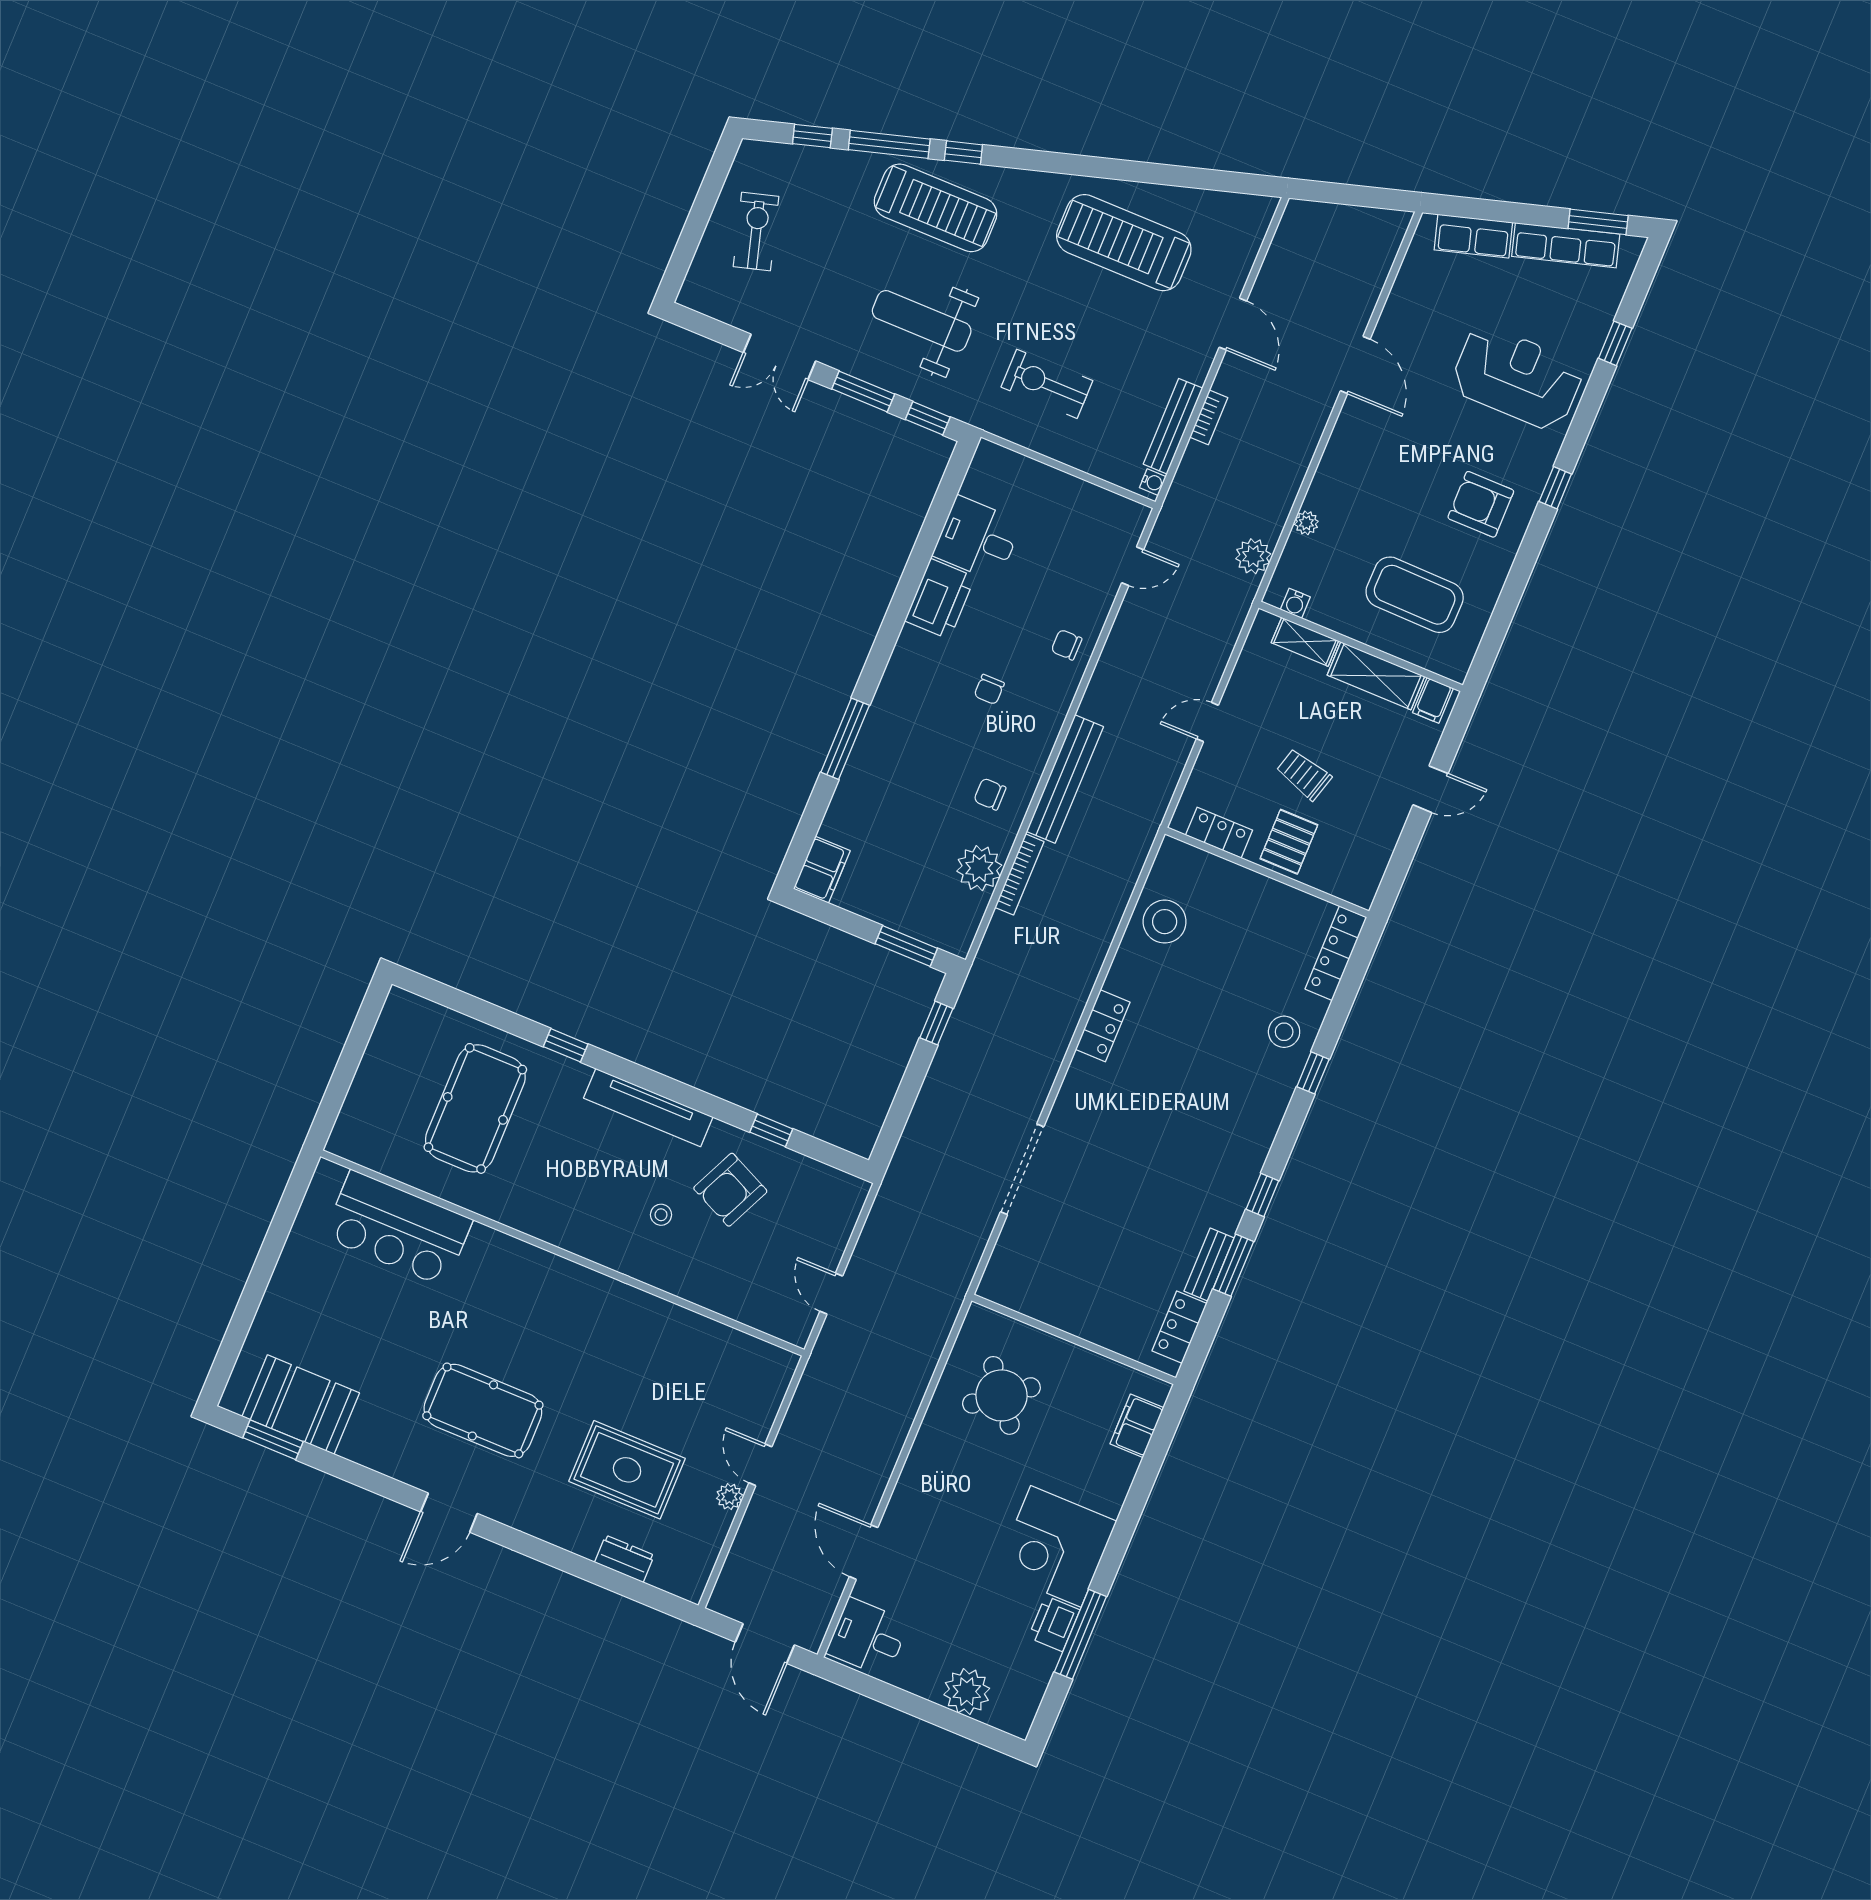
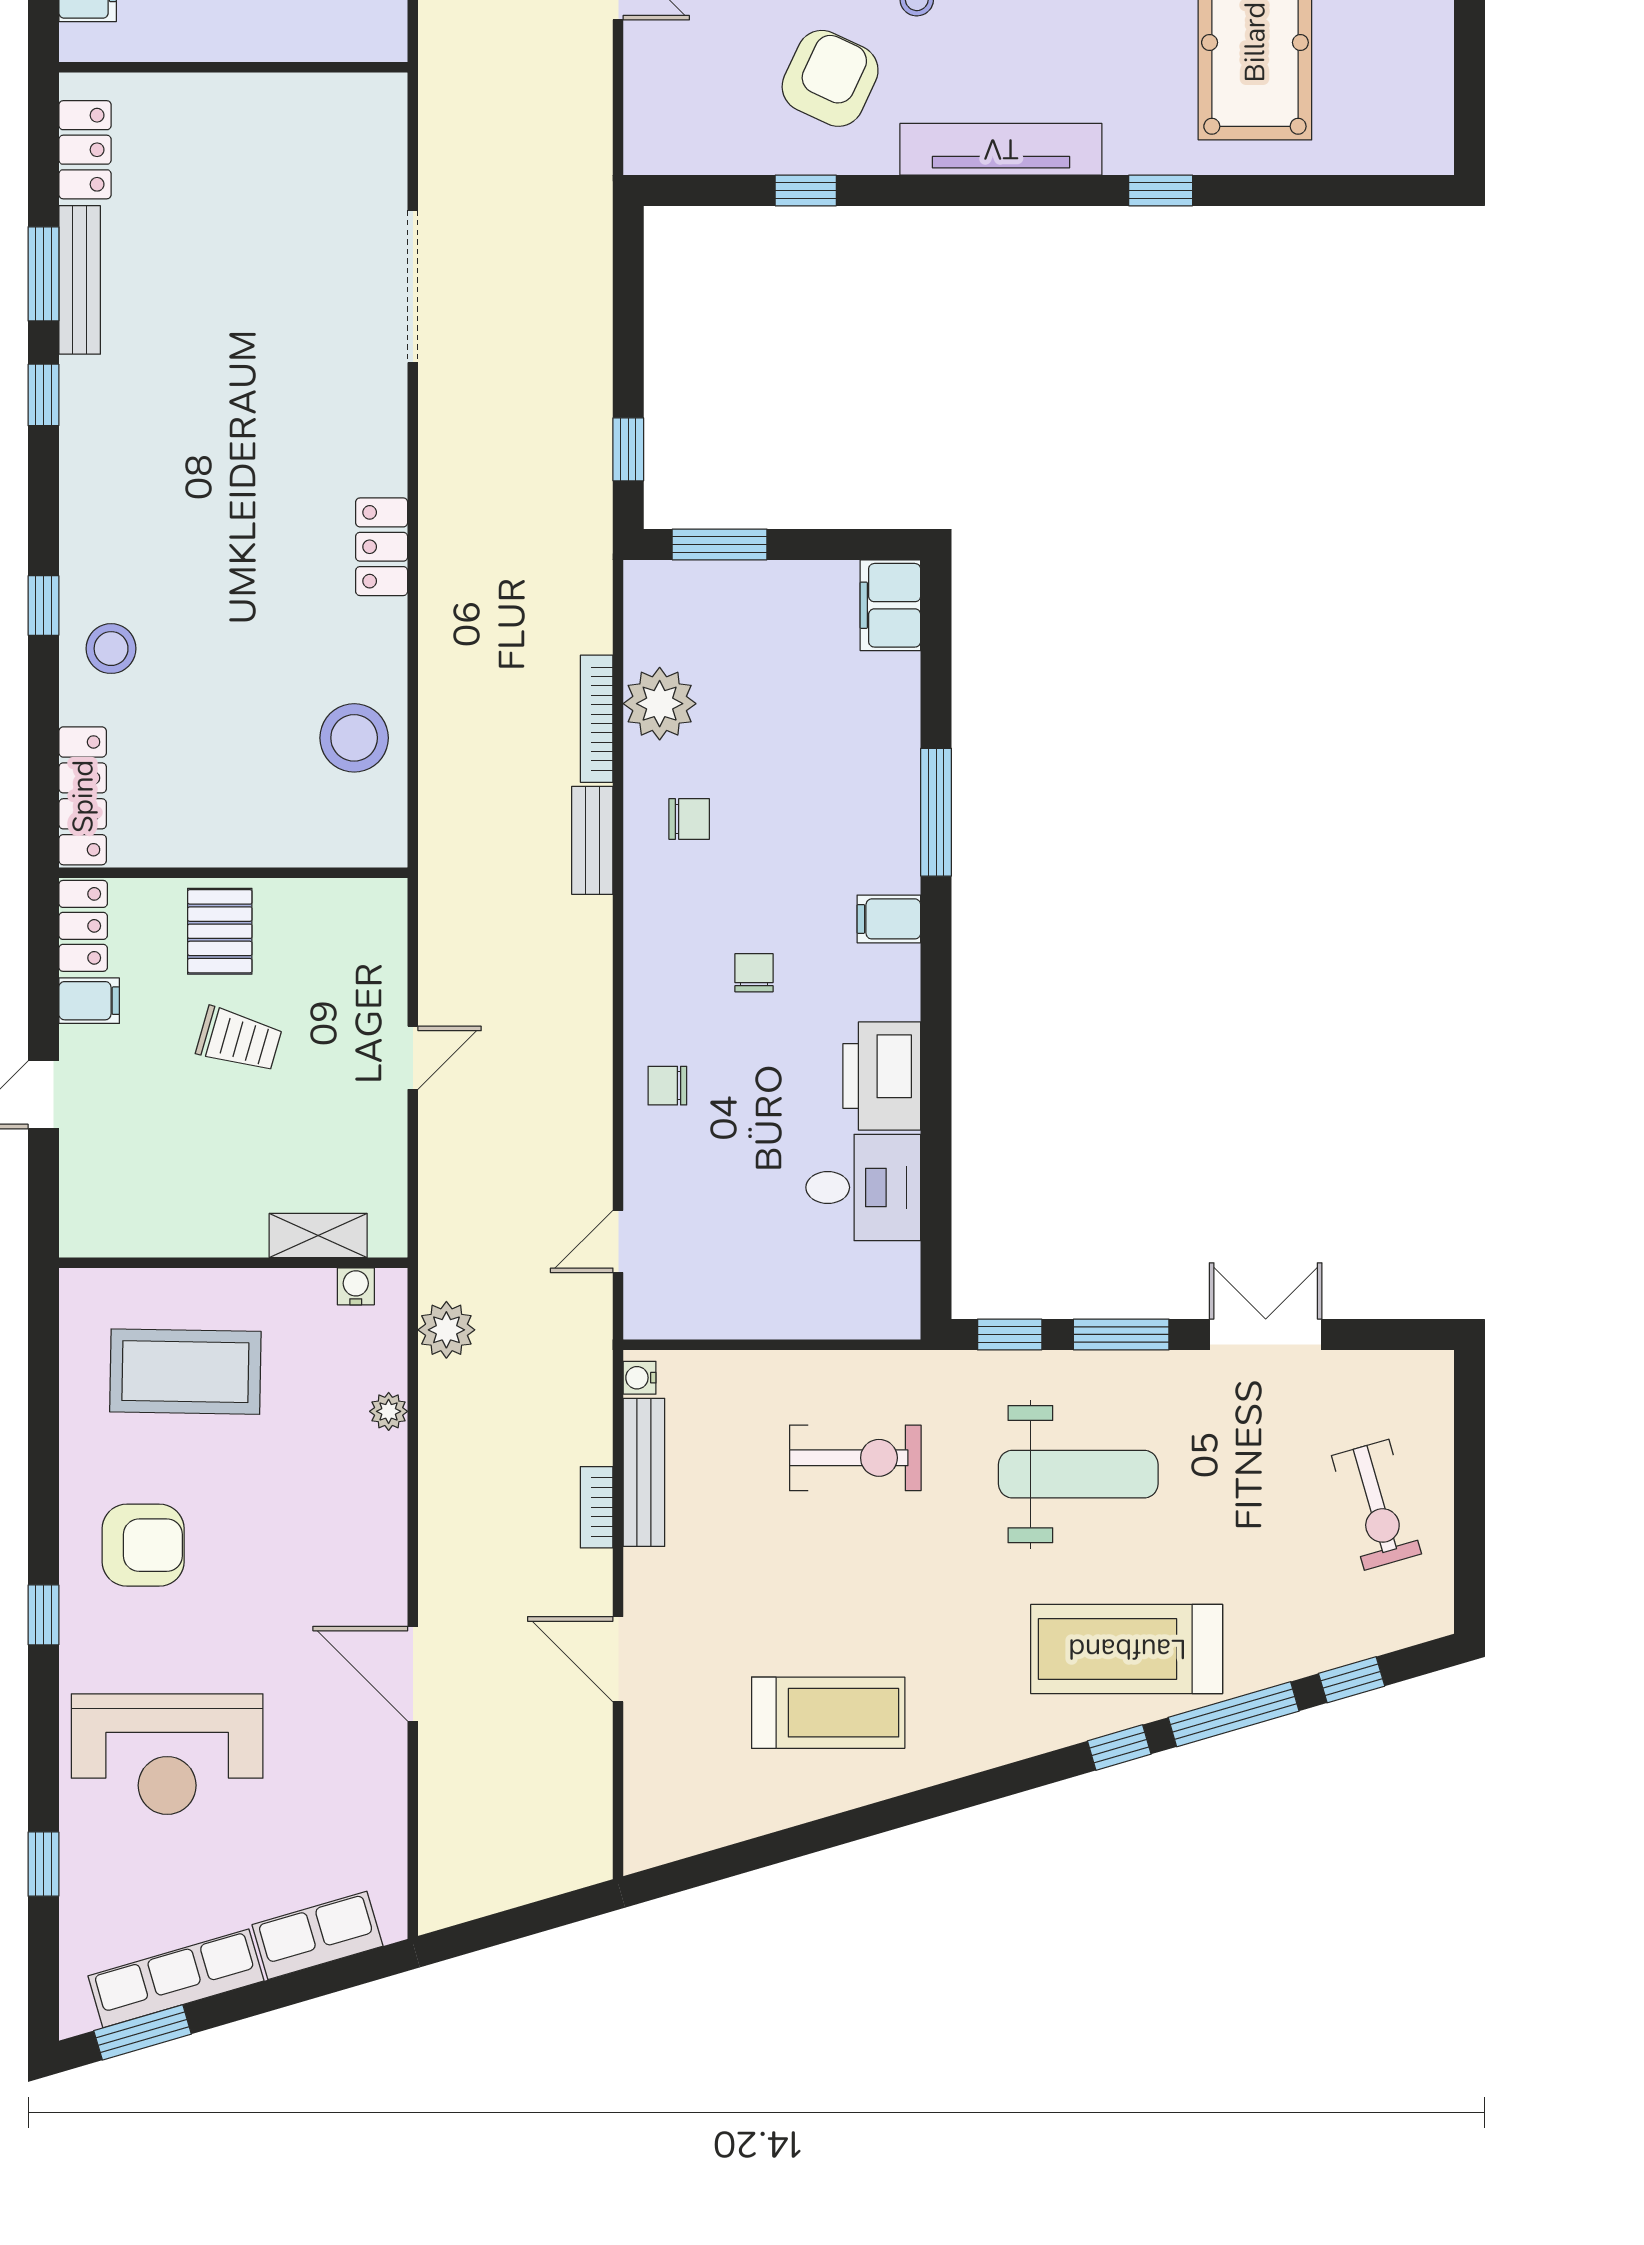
treadmill: (1124, 243) -> (828, 1713), width x0.73, depth x0.73
chair: (1067, 645) -> (667, 1086), turned 180
shelving: (1376, 676) -> (193, 1229), removed
filing cabinet: (898, 688) -> (889, 919), added
filing cabinet: (1433, 700) -> (89, 1001), moved, turned 90
bench: (1065, 779) -> (592, 840), width x0.54, depth x0.82
locker: (1219, 833) -> (83, 926), moved, turned -90
bench: (1209, 1264) -> (80, 280), width x1.36

